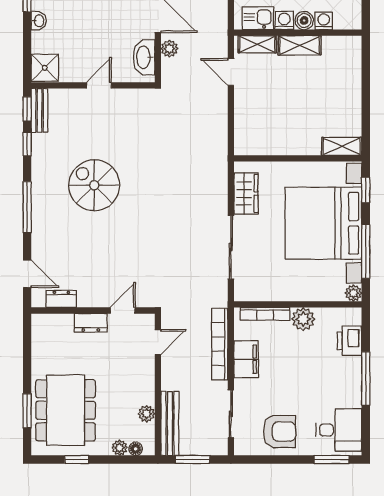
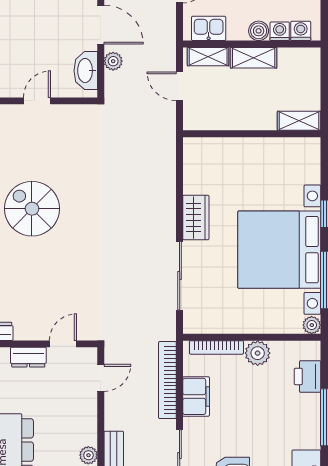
washing machine: (284, 21) -> (301, 31), moved
shelving: (342, 146) -> (299, 121), moved
wall: (298, 158) -> (252, 134), moved

